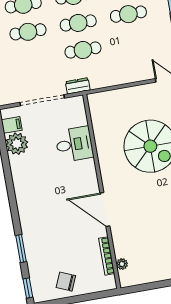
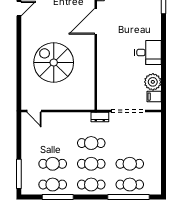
desk: (74, 144) -> (148, 53), moved, turned 180
door: (105, 210) -> (96, 21), swing flipped

